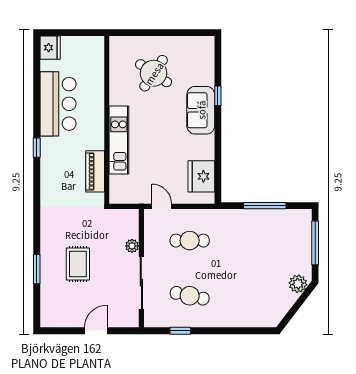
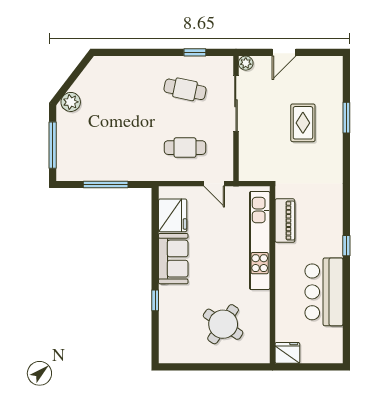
fridge: (50, 48) -> (287, 353), moved, turned 90
sofa: (201, 110) -> (173, 259), moved
kitchen unit: (119, 140) -> (260, 241), width x1.36
plant: (132, 246) -> (246, 63), moved

